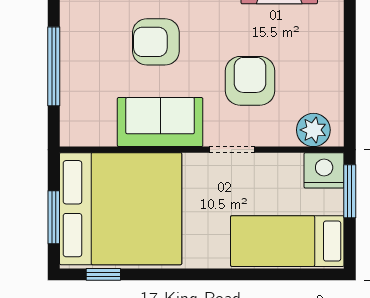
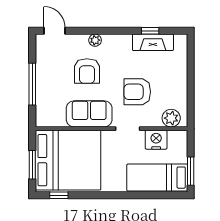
armchair: (156, 42) -> (87, 71), turned -90
armchair: (250, 81) -> (137, 92), turned -90
nightstand: (324, 170) -> (156, 140), moved
window: (350, 191) -> (191, 171), moved

